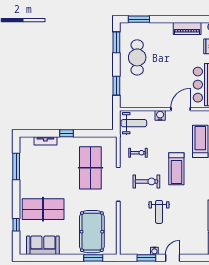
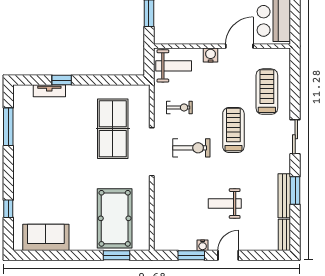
window: (66, 133) -> (62, 80), moved
treadmill: (176, 169) -> (233, 130), turned 180
table tennis table: (43, 209) -> (46, 187), removed
weight bench: (159, 212) -> (225, 203), moved, turned 90

